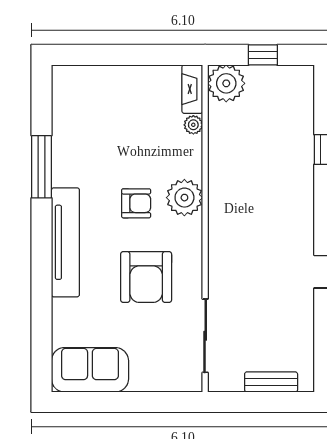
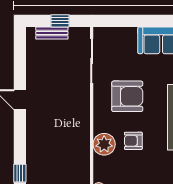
armchair: (146, 277) -> (127, 96), turned 90
window: (258, 402) -> (60, 21), added

